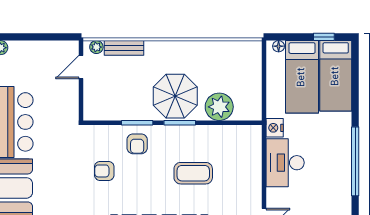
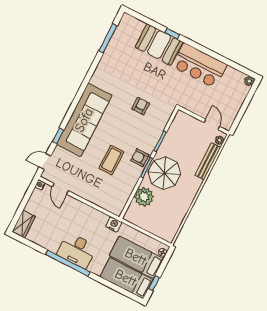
bench: (124, 48) -> (208, 161), width x1.36
armchair: (137, 144) -> (140, 158), moved
desk: (285, 163) -> (77, 250), moved, turned 180

